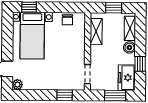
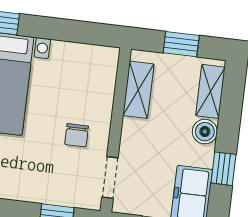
chair: (67, 20) -> (77, 135), moved

